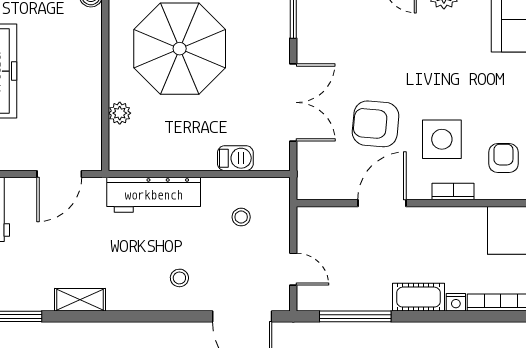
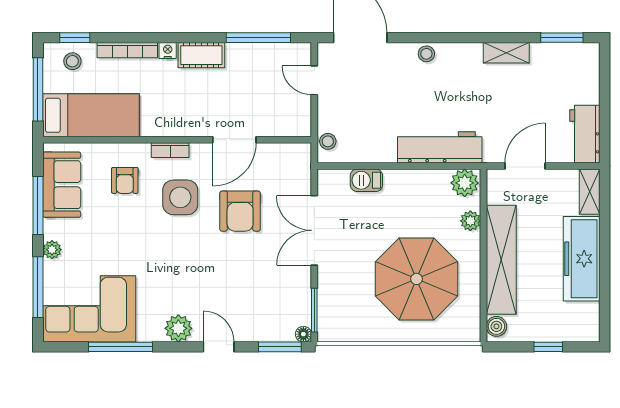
shelving: (86, 70) -> (501, 260), added
armchair: (376, 124) -> (240, 211), turned 85
plant: (126, 155) -> (465, 183), added
stool: (241, 217) -> (328, 141), moved
stool: (179, 278) -> (426, 54), moved

